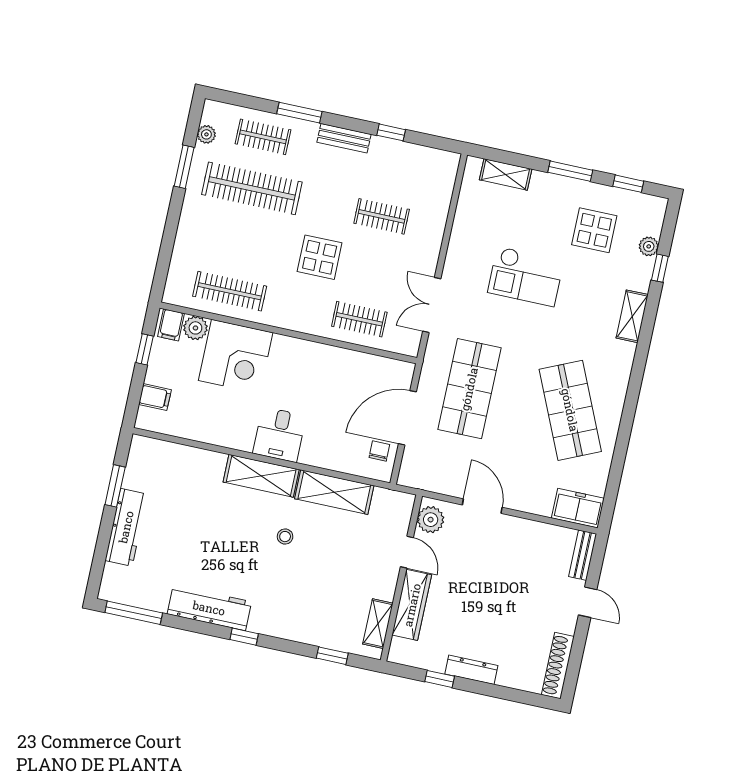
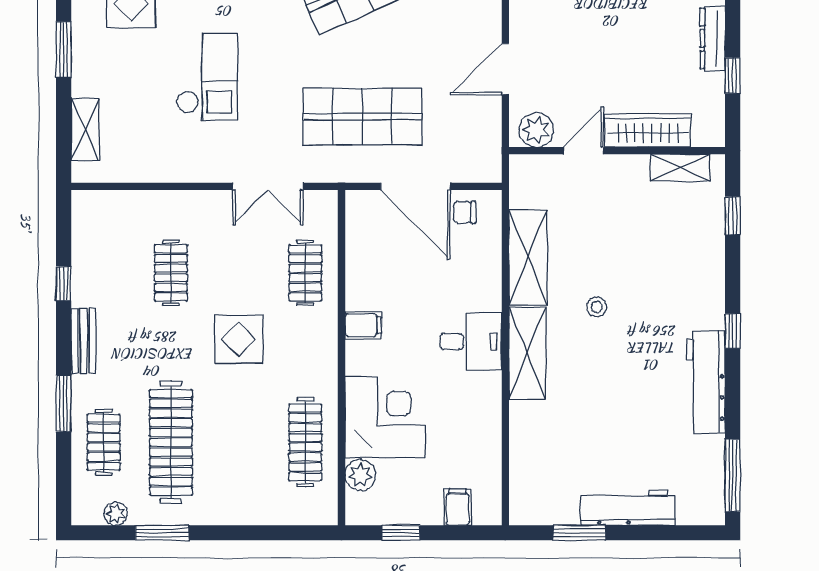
filing cabinet: (171, 325) -> (363, 325), moved

